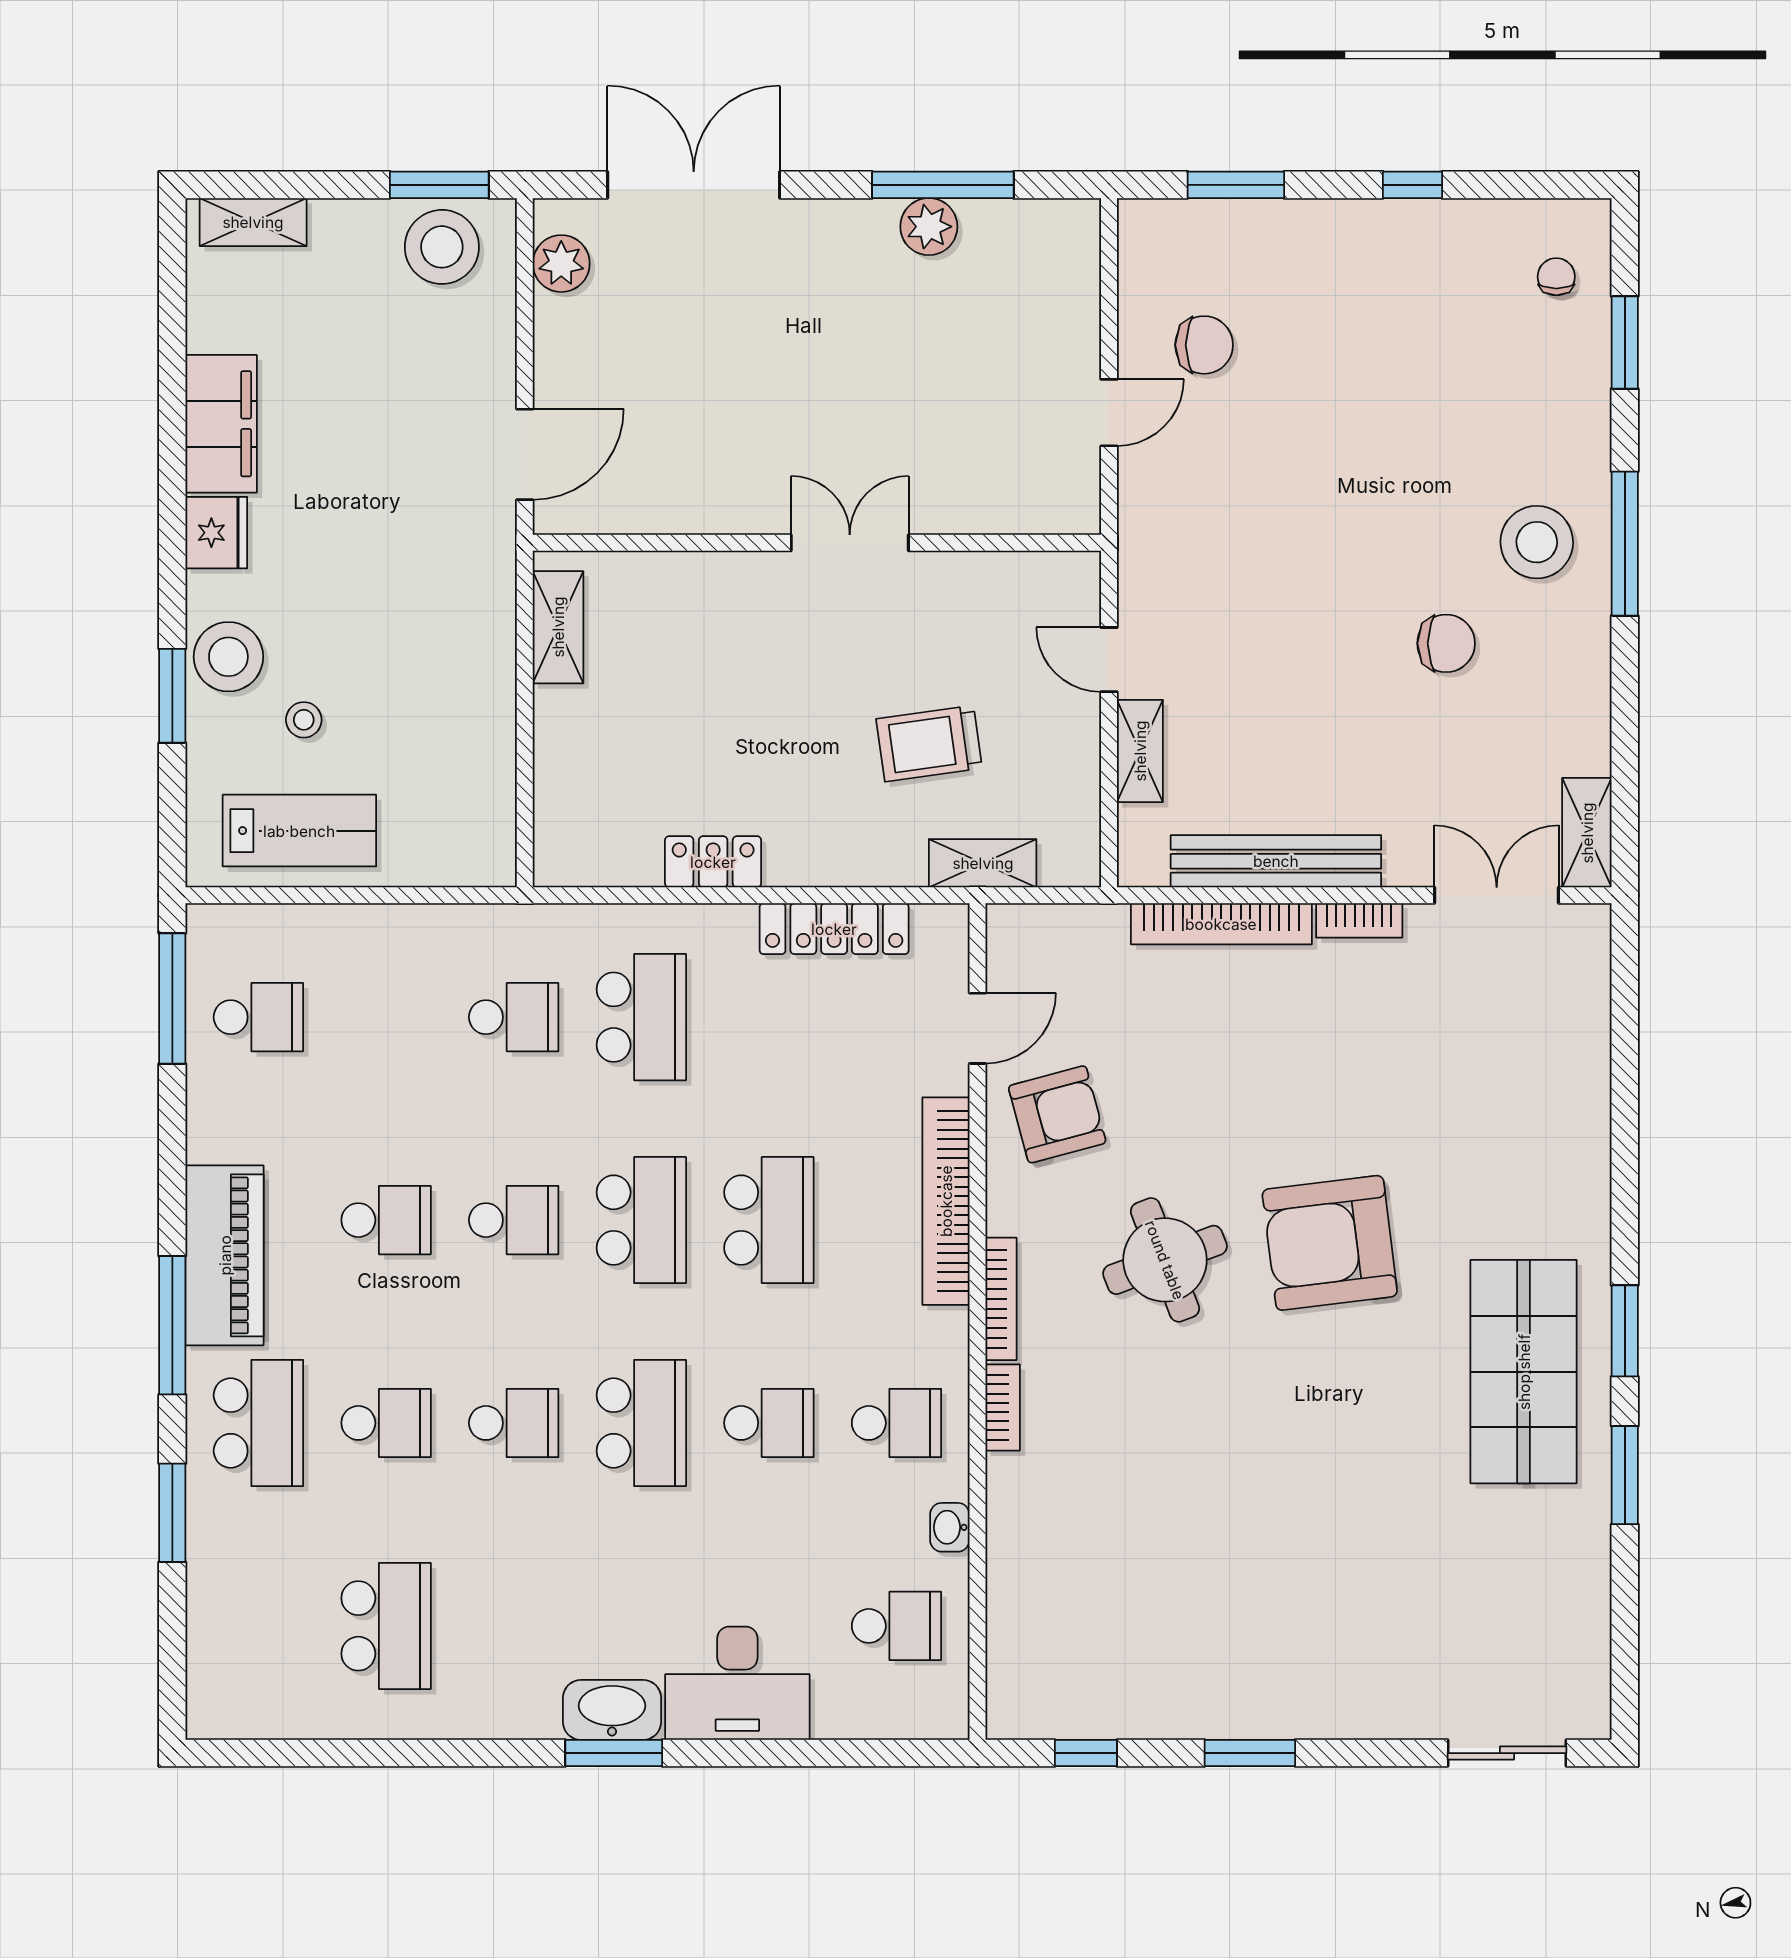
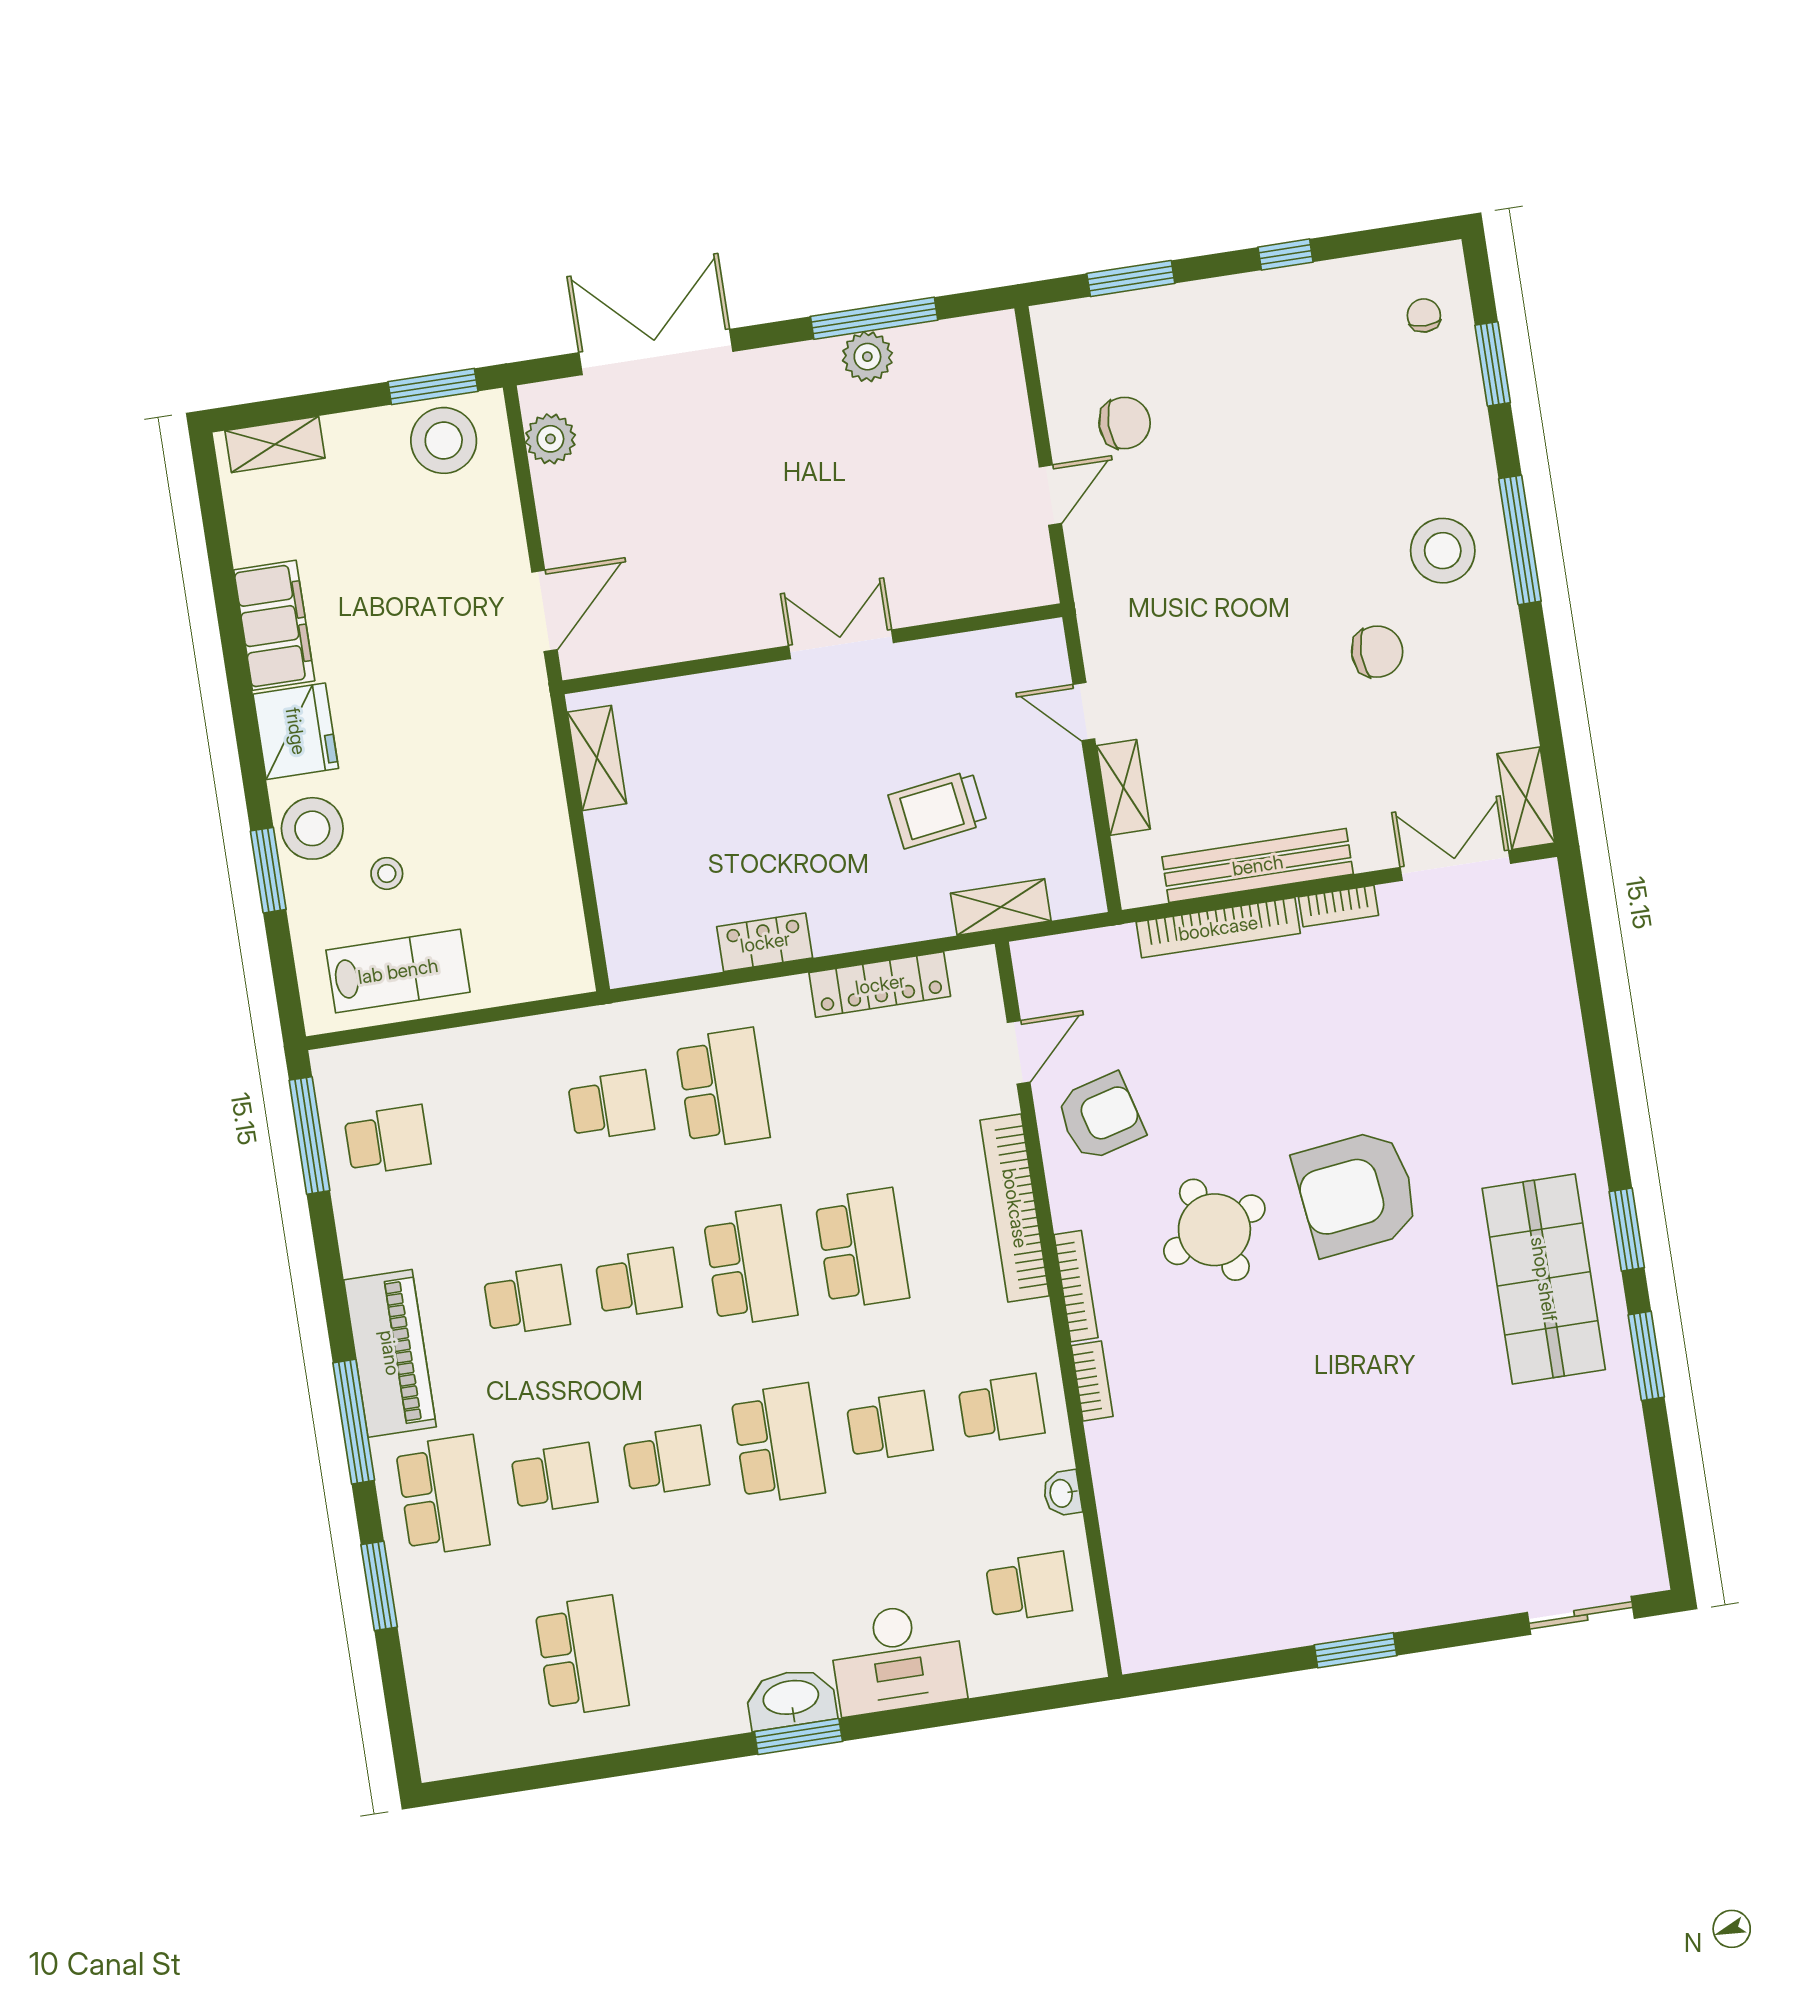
fridge: (216, 533) -> (296, 731), width x1.36, depth x1.34
window: (1086, 1753) -> (1212, 1672), removed

